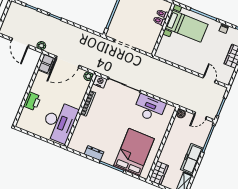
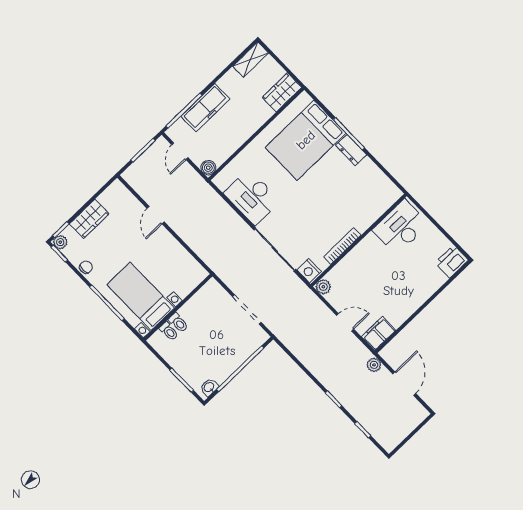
door: (68, 62) -> (345, 322), width x0.53
door: (209, 79) -> (156, 215), moved
printer: (32, 101) -> (452, 261), moved
door: (200, 116) -> (180, 151), swing flipped
desk: (59, 122) -> (401, 227), width x0.73, depth x0.77
dresser: (94, 153) -> (351, 150), moved
freezer: (192, 159) -> (205, 108), moved

